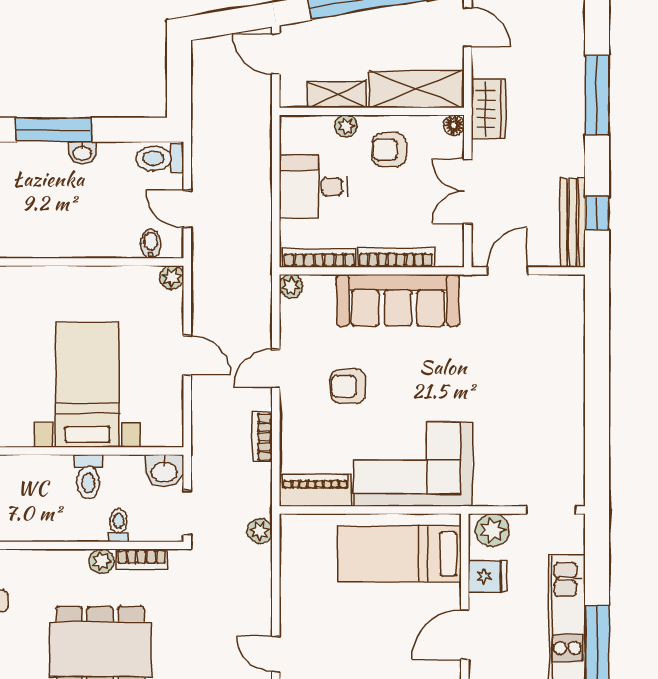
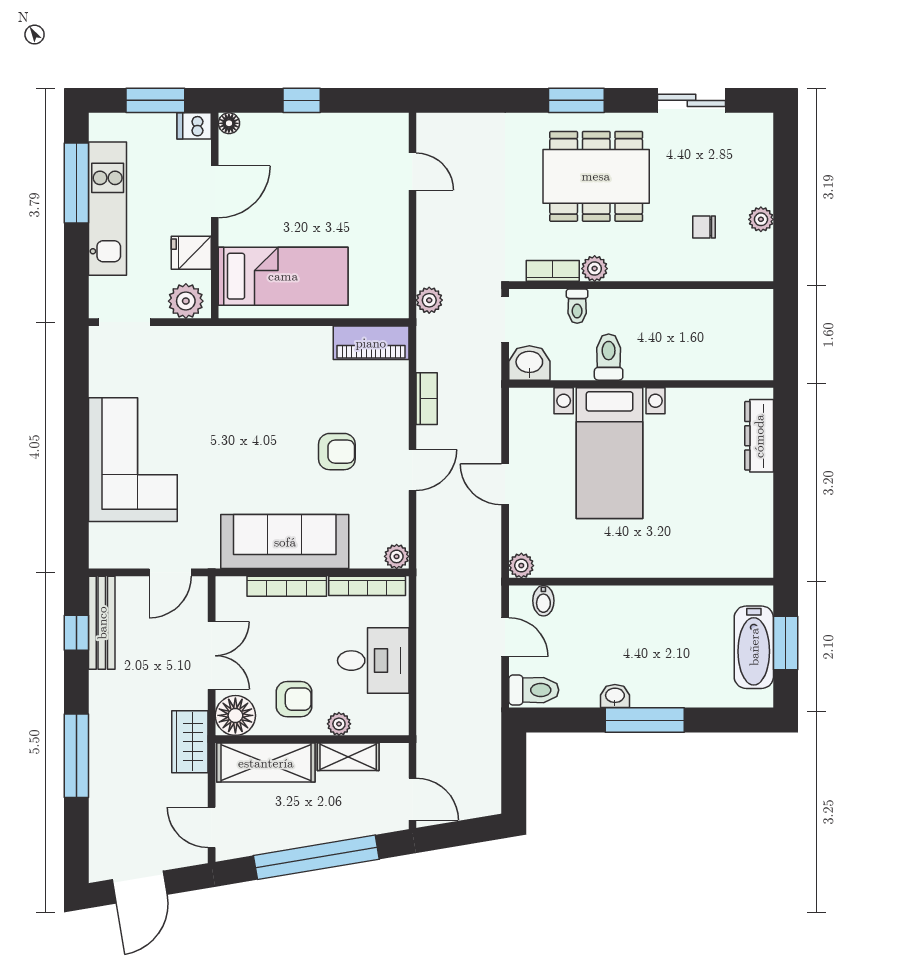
floor lamp: (454, 125) -> (235, 715), width x1.89, depth x1.89
corner sofa: (413, 464) -> (133, 460), moved, turned -90

